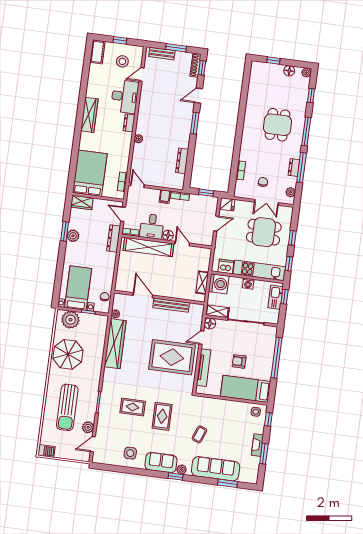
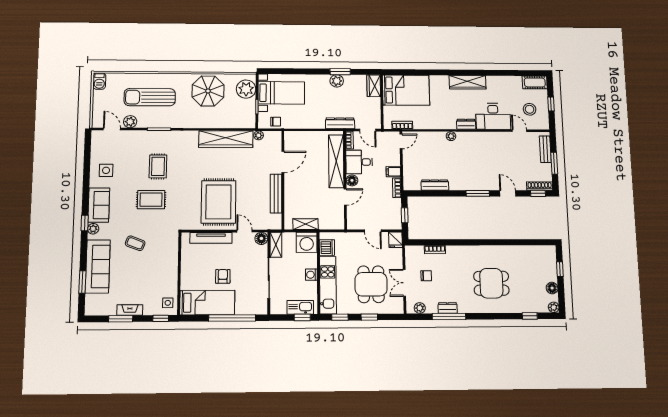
window: (306, 132) -> (489, 316), removed
door: (123, 214) -> (368, 130), swing flipped
bed: (245, 389) -> (207, 303), moved, turned 90

